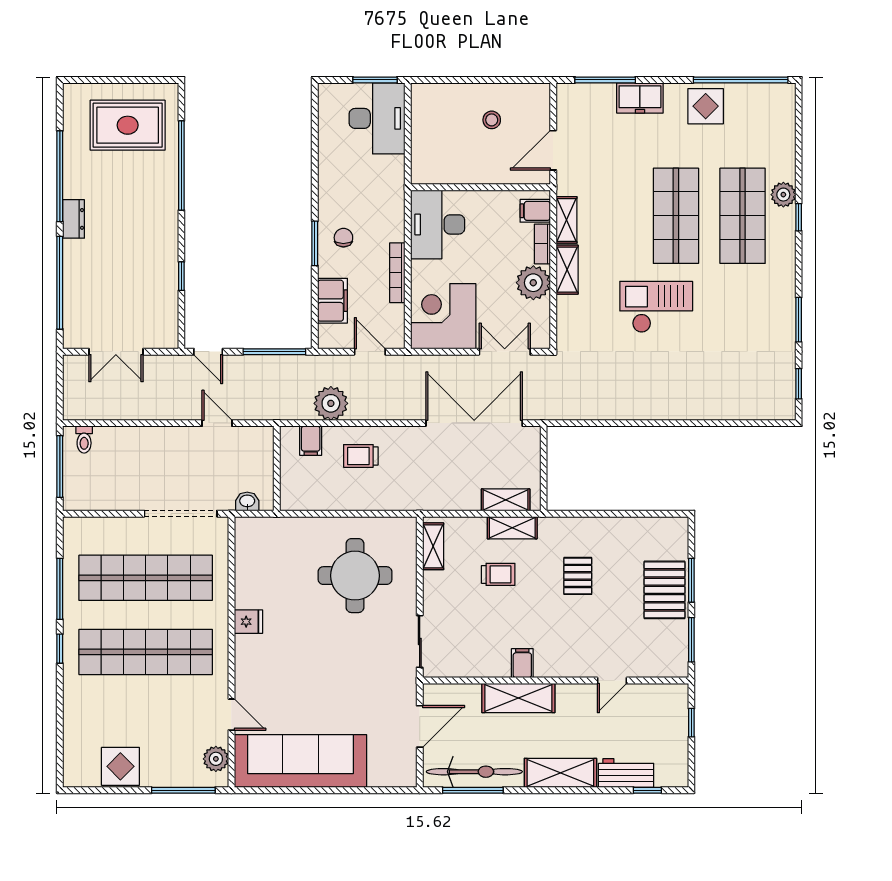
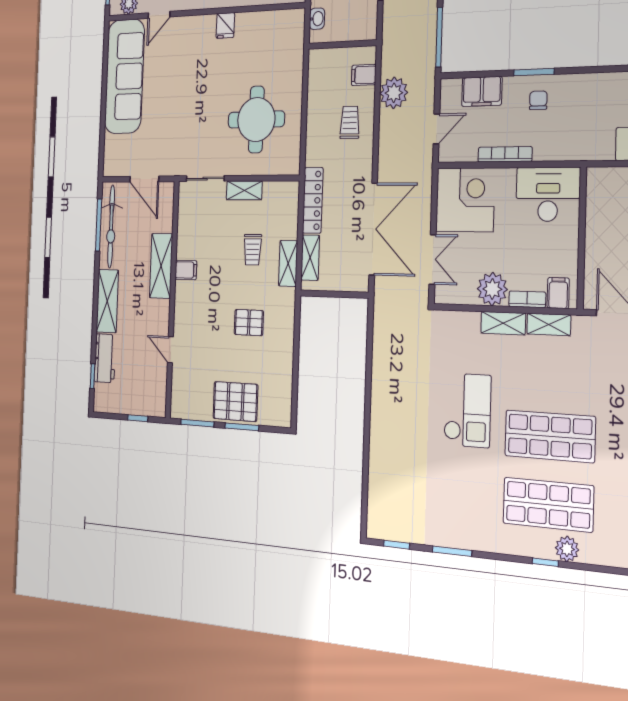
chair: (343, 238) -> (538, 100), turned -90
locker: (444, 499) -> (313, 200), added
shelving: (433, 546) -> (244, 190), moved

